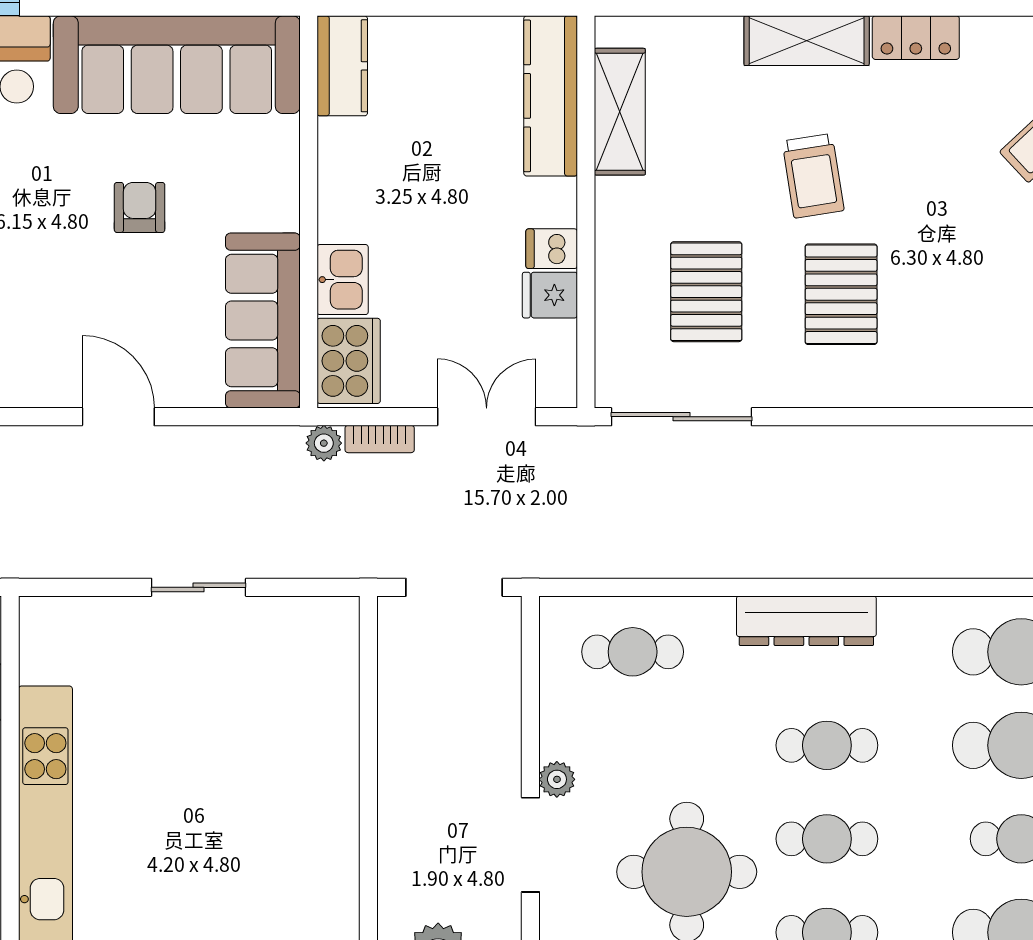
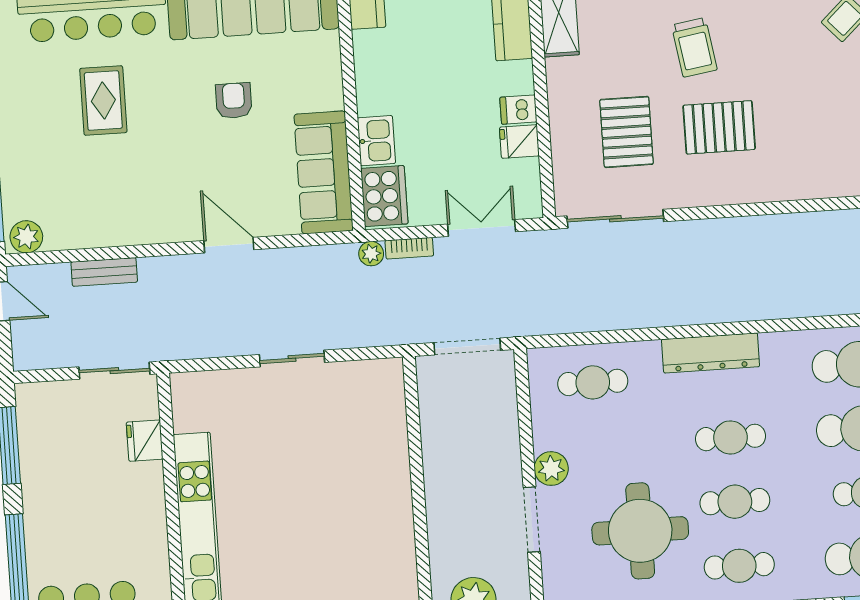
pallet: (841, 294) -> (719, 127), turned 90
plant: (557, 779) -> (551, 469), width x1.38, depth x1.38

